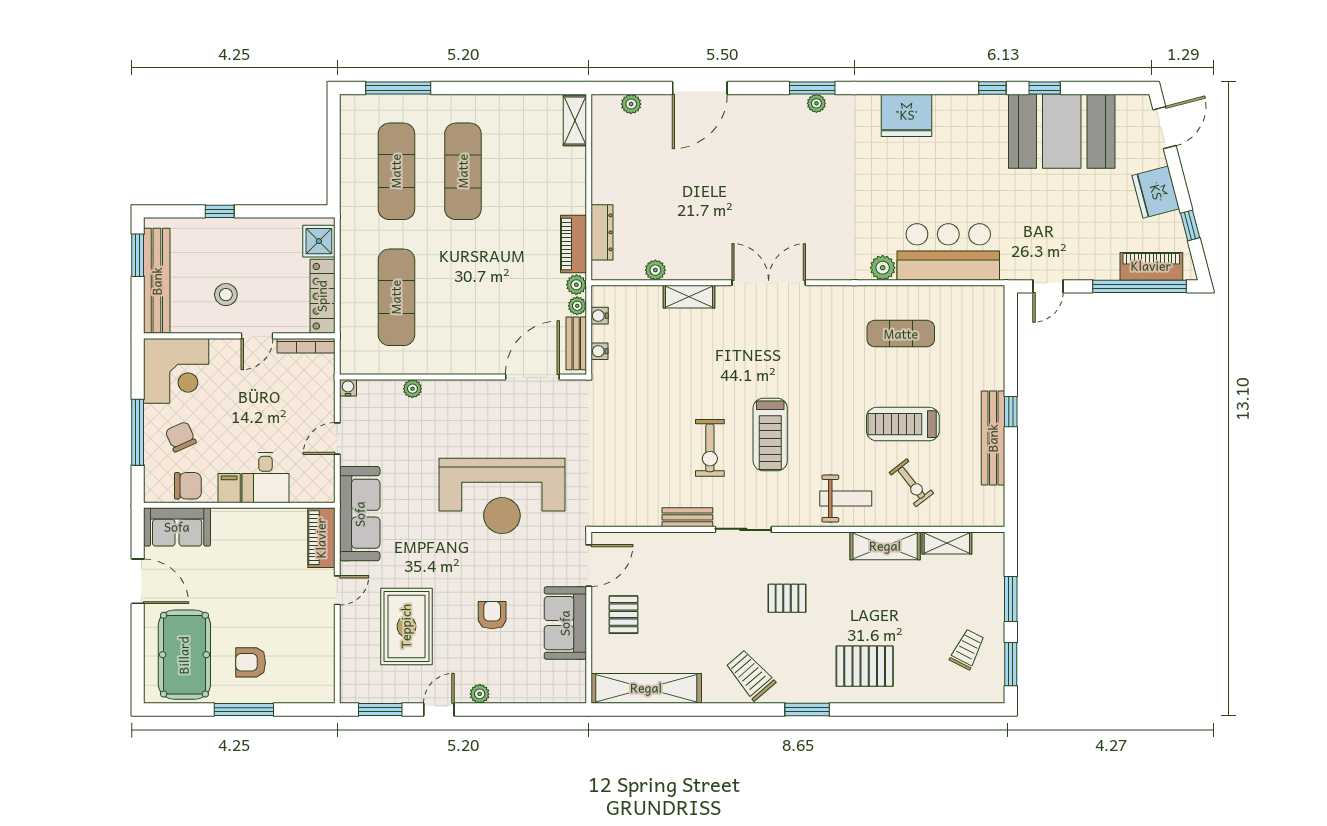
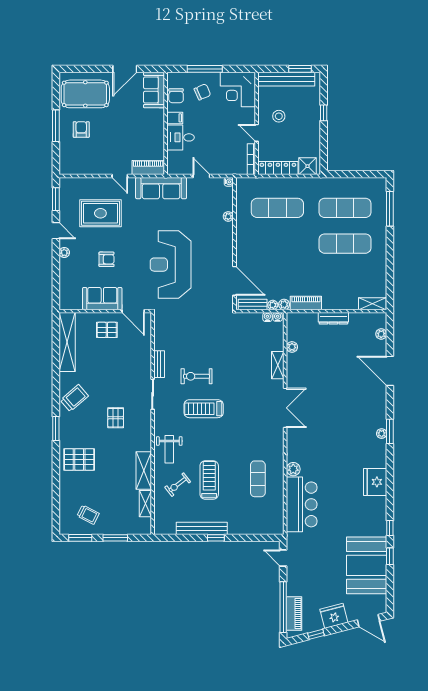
dresser: (602, 232) -> (333, 318), moved
water cooler: (600, 351) -> (278, 317), moved
pallet: (865, 666) -> (79, 459), turned 90

